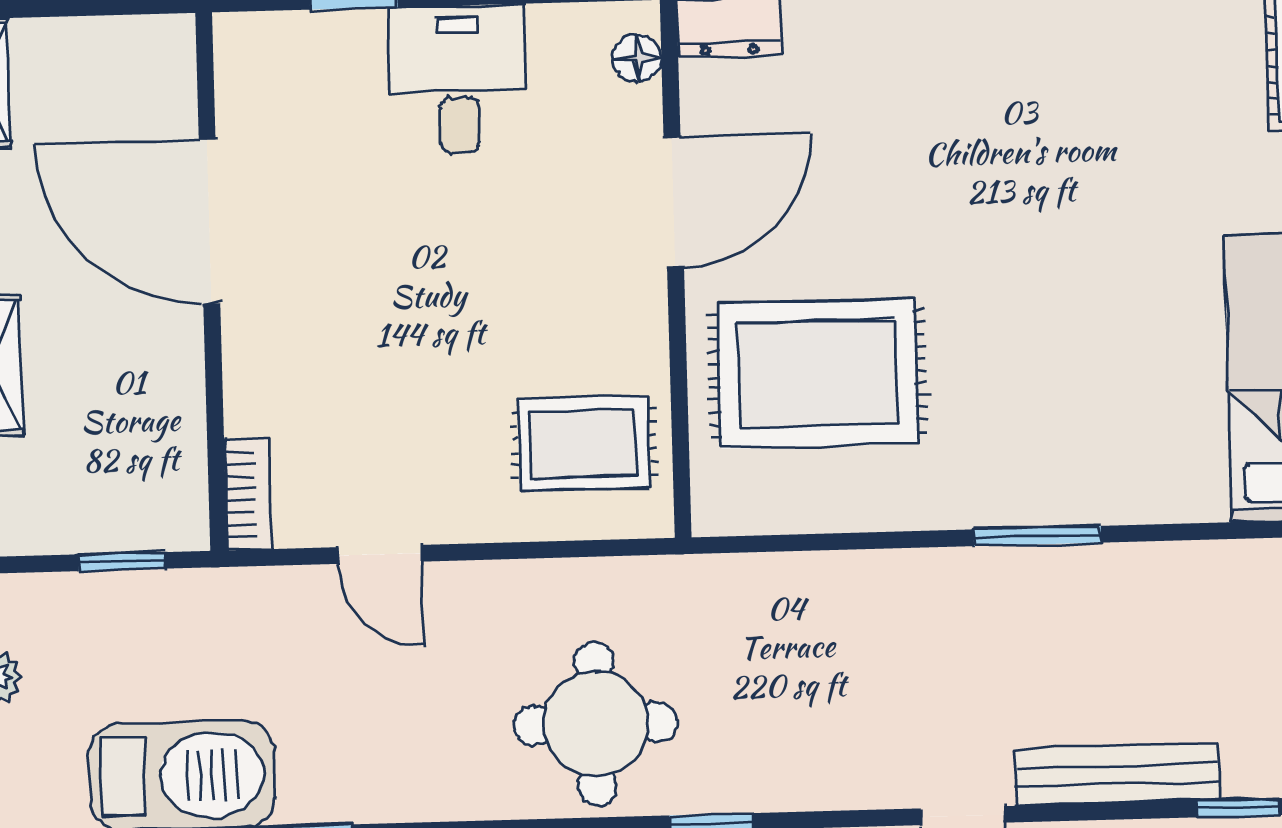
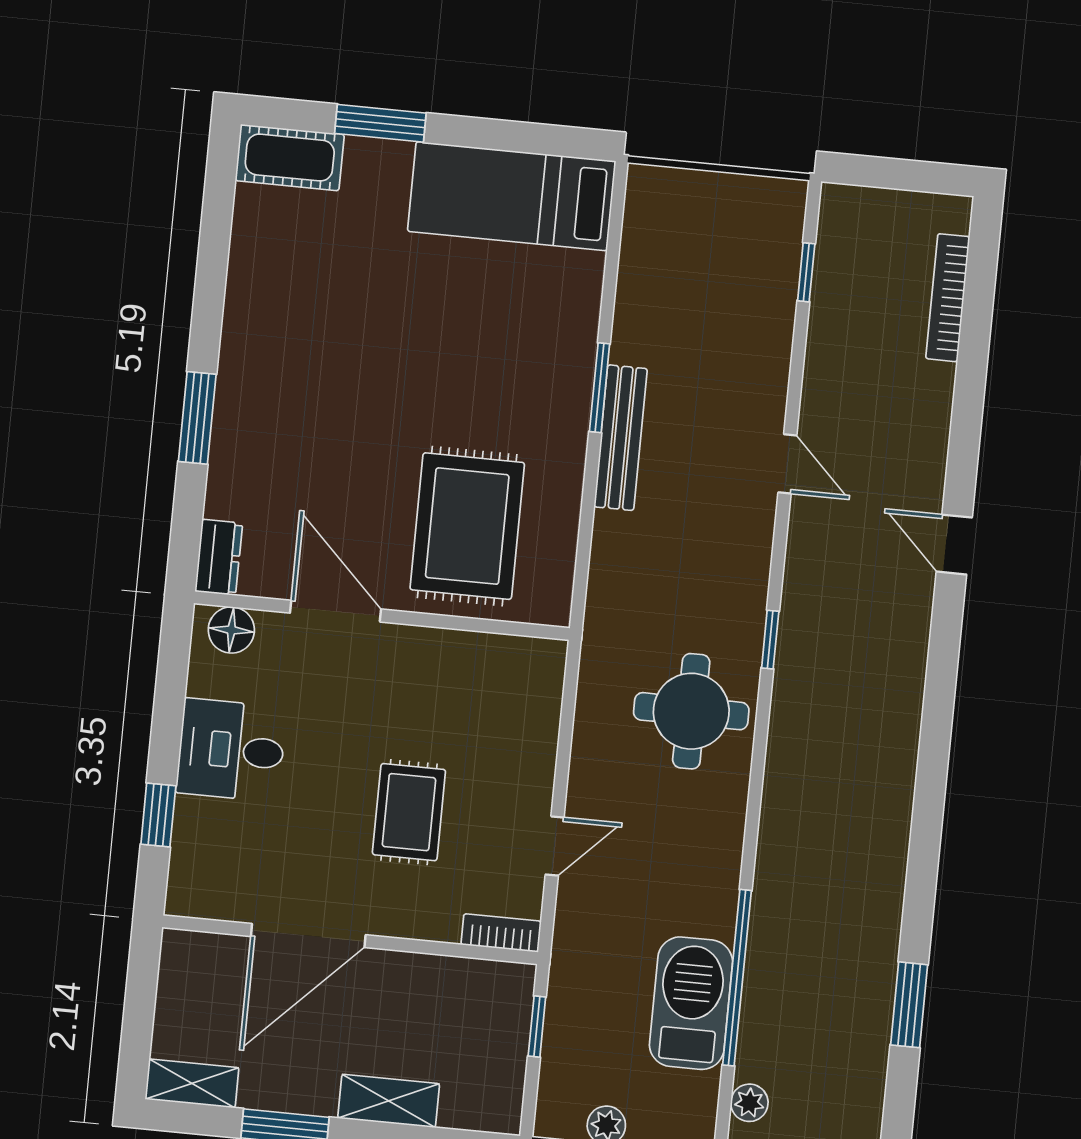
floor lamp: (637, 58) -> (231, 630), width x1.37, depth x1.37
rug: (584, 444) -> (409, 812), moved
bench: (1118, 774) -> (621, 438), moved

